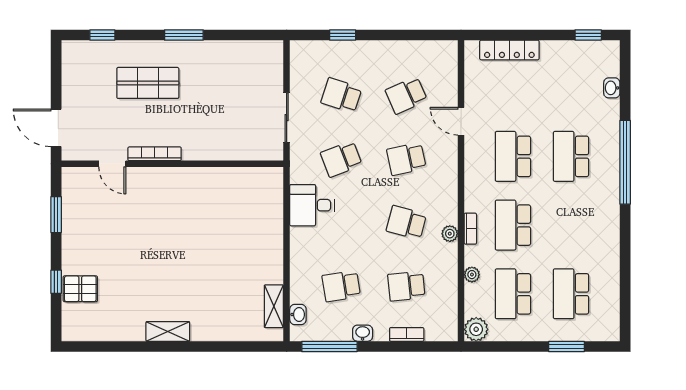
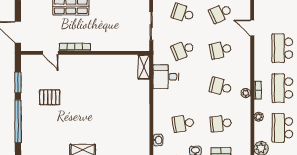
window: (56, 282) -> (18, 121), width x3.17
pallet: (80, 289) -> (50, 97), moved
shelving: (274, 306) -> (144, 67), moved

